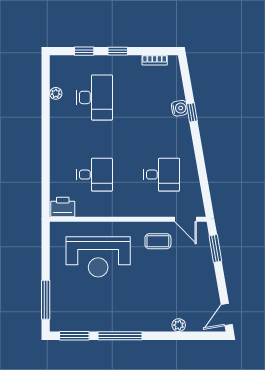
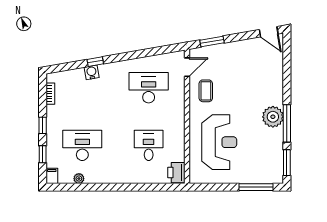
filing cabinet: (59, 62) -> (52, 176), added
desk: (162, 175) -> (149, 88), width x1.37
plant: (179, 325) -> (273, 117), moved, width x1.88, depth x1.88

